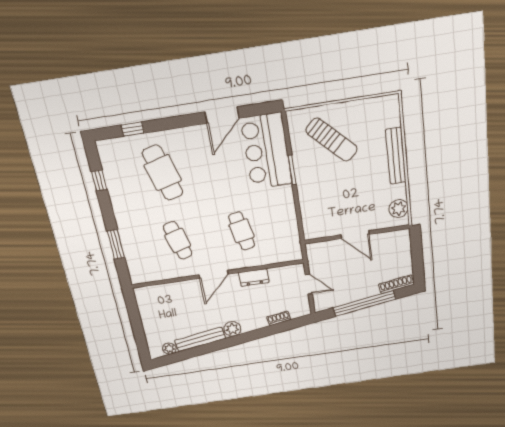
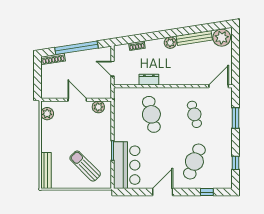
door: (222, 115) -> (163, 192), moved
bench: (396, 156) -> (46, 170), moved
cafe table: (163, 173) -> (194, 162), turned 36
plant: (322, 229) -> (98, 107), added
cafe table: (242, 231) -> (151, 114), width x1.37, depth x1.35
door: (214, 274) -> (219, 86), moved
plant: (169, 349) -> (222, 38), width x1.87, depth x1.87

